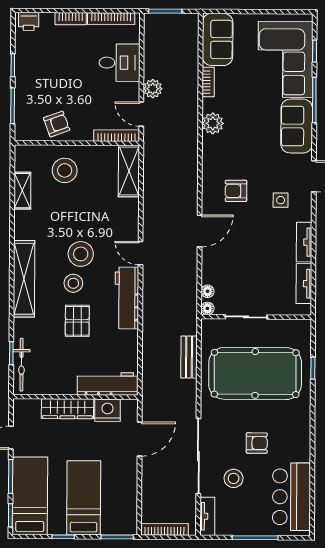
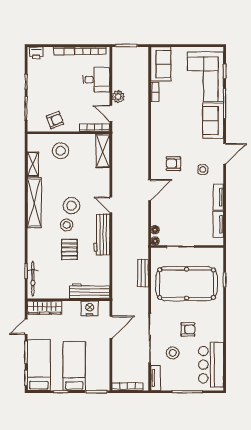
plant: (213, 123) -> (158, 119), removed
shelving: (24, 279) -> (34, 203), moved
wardrobe: (67, 409) -> (44, 308), moved

